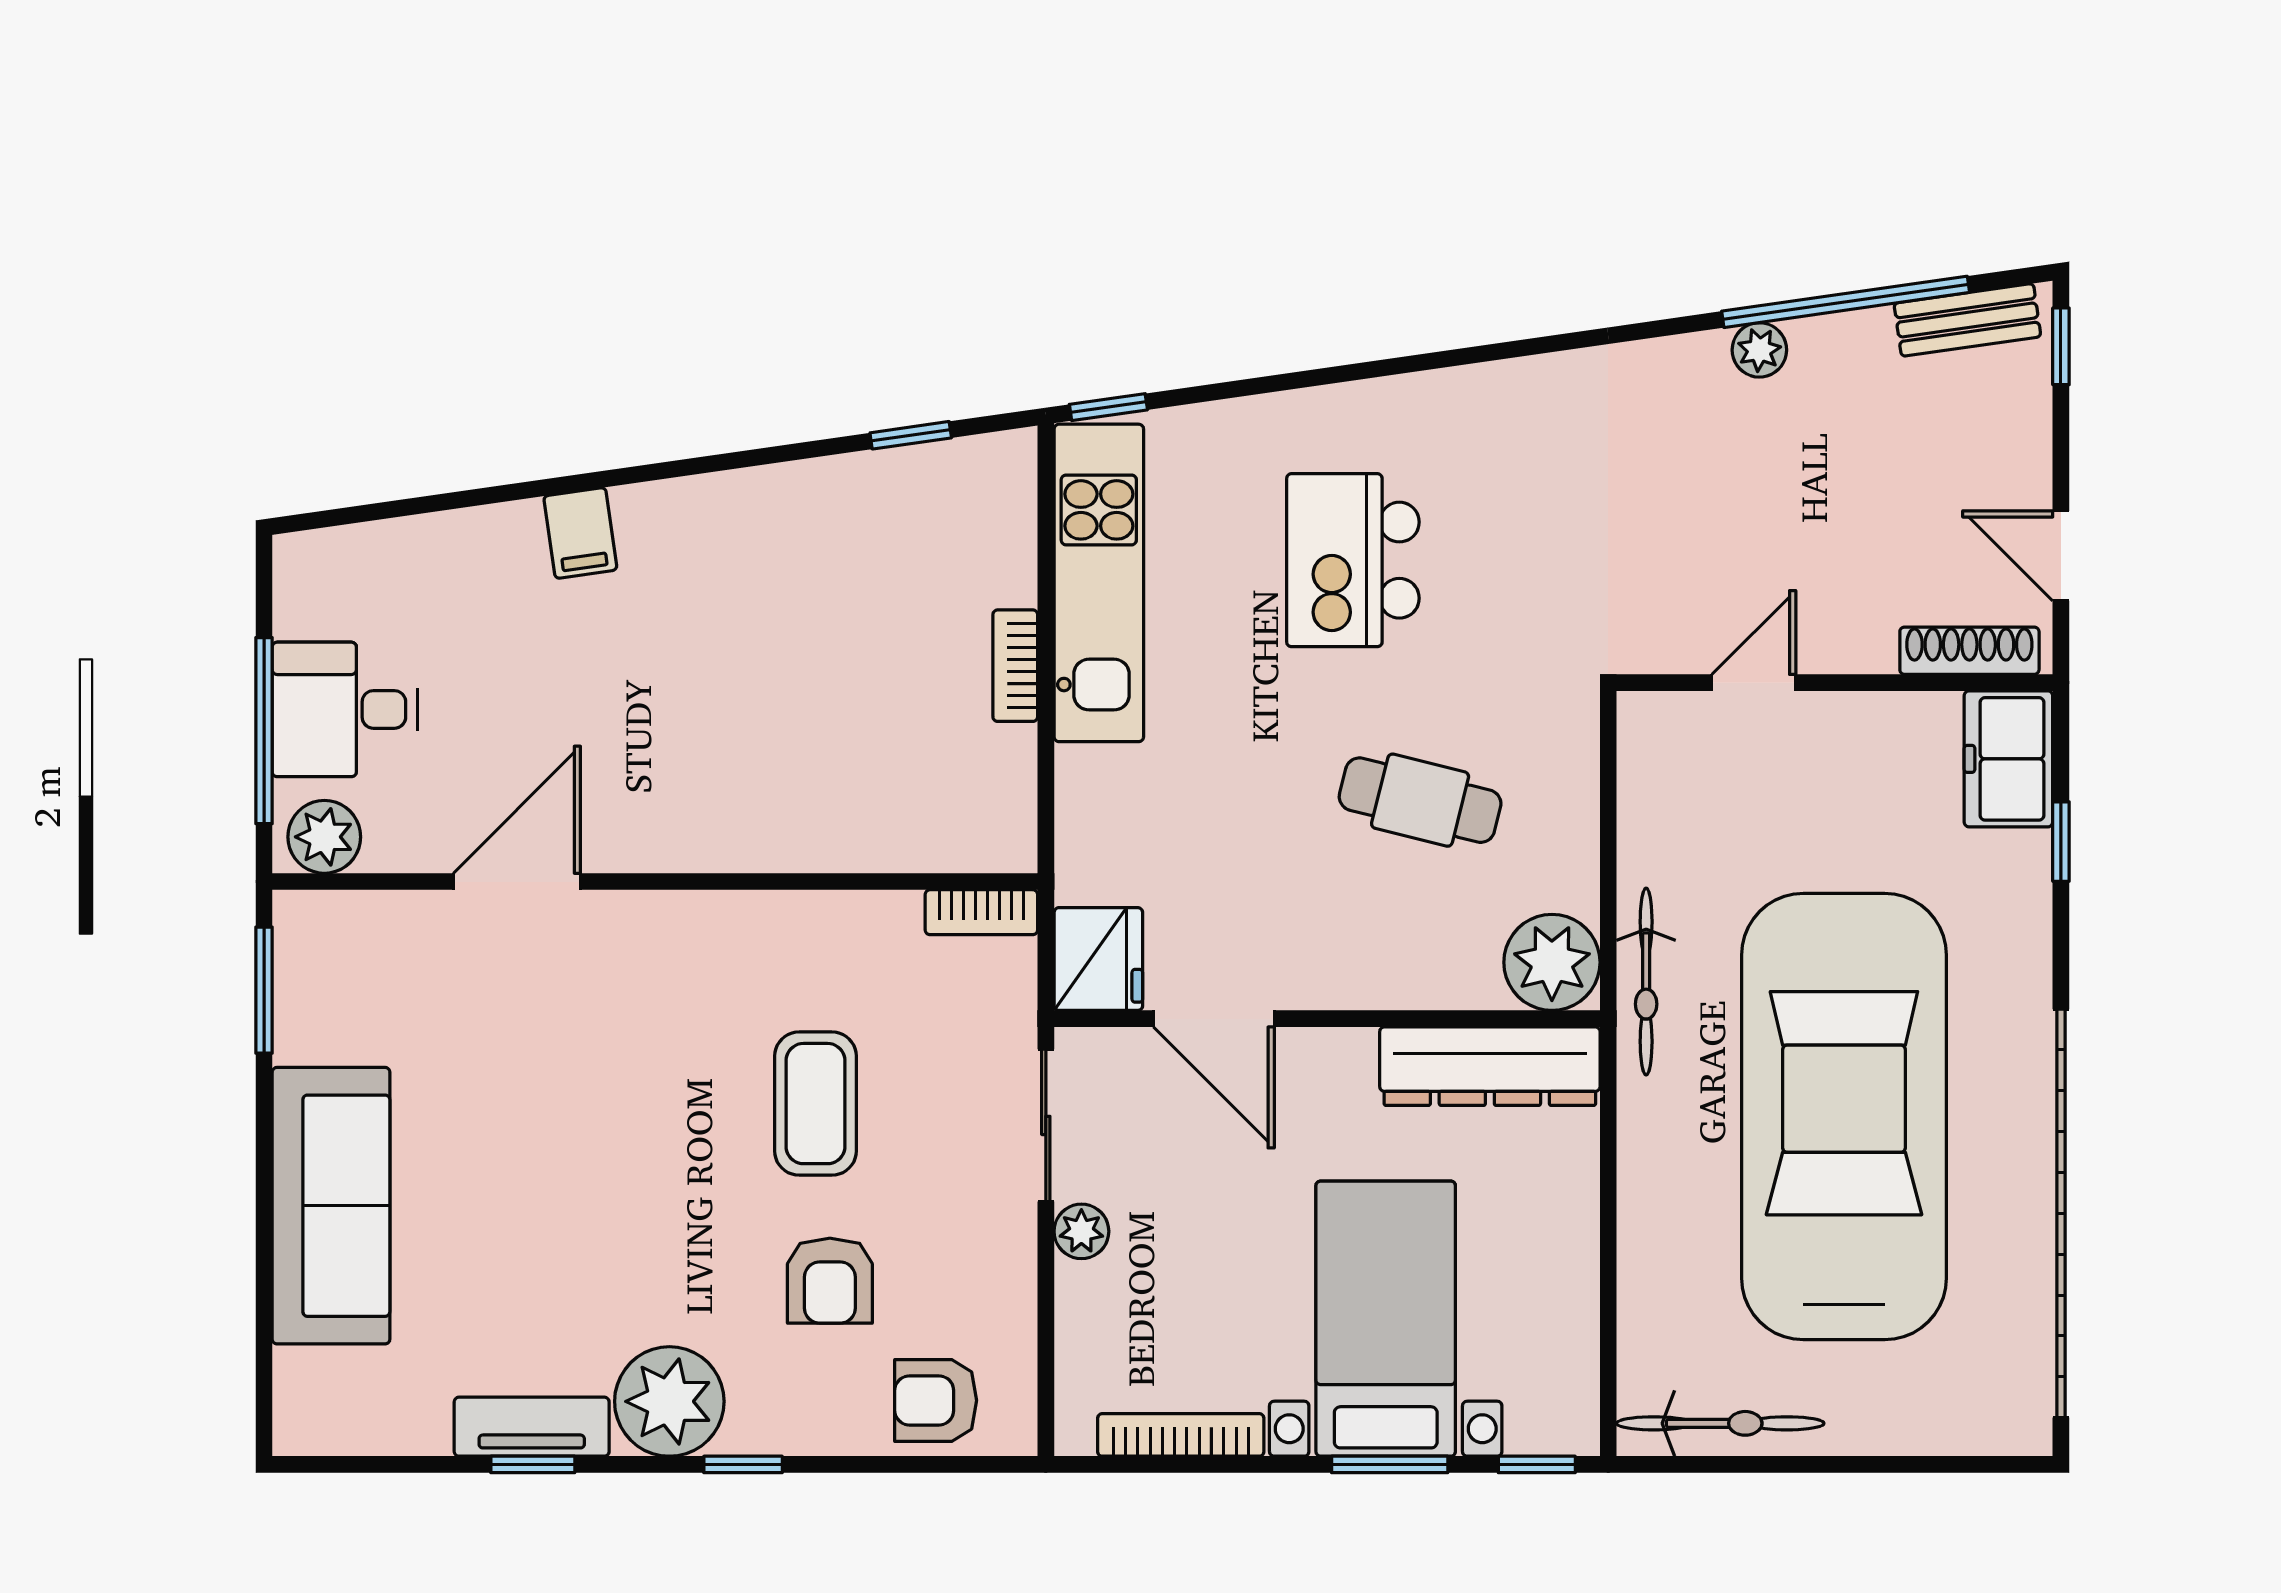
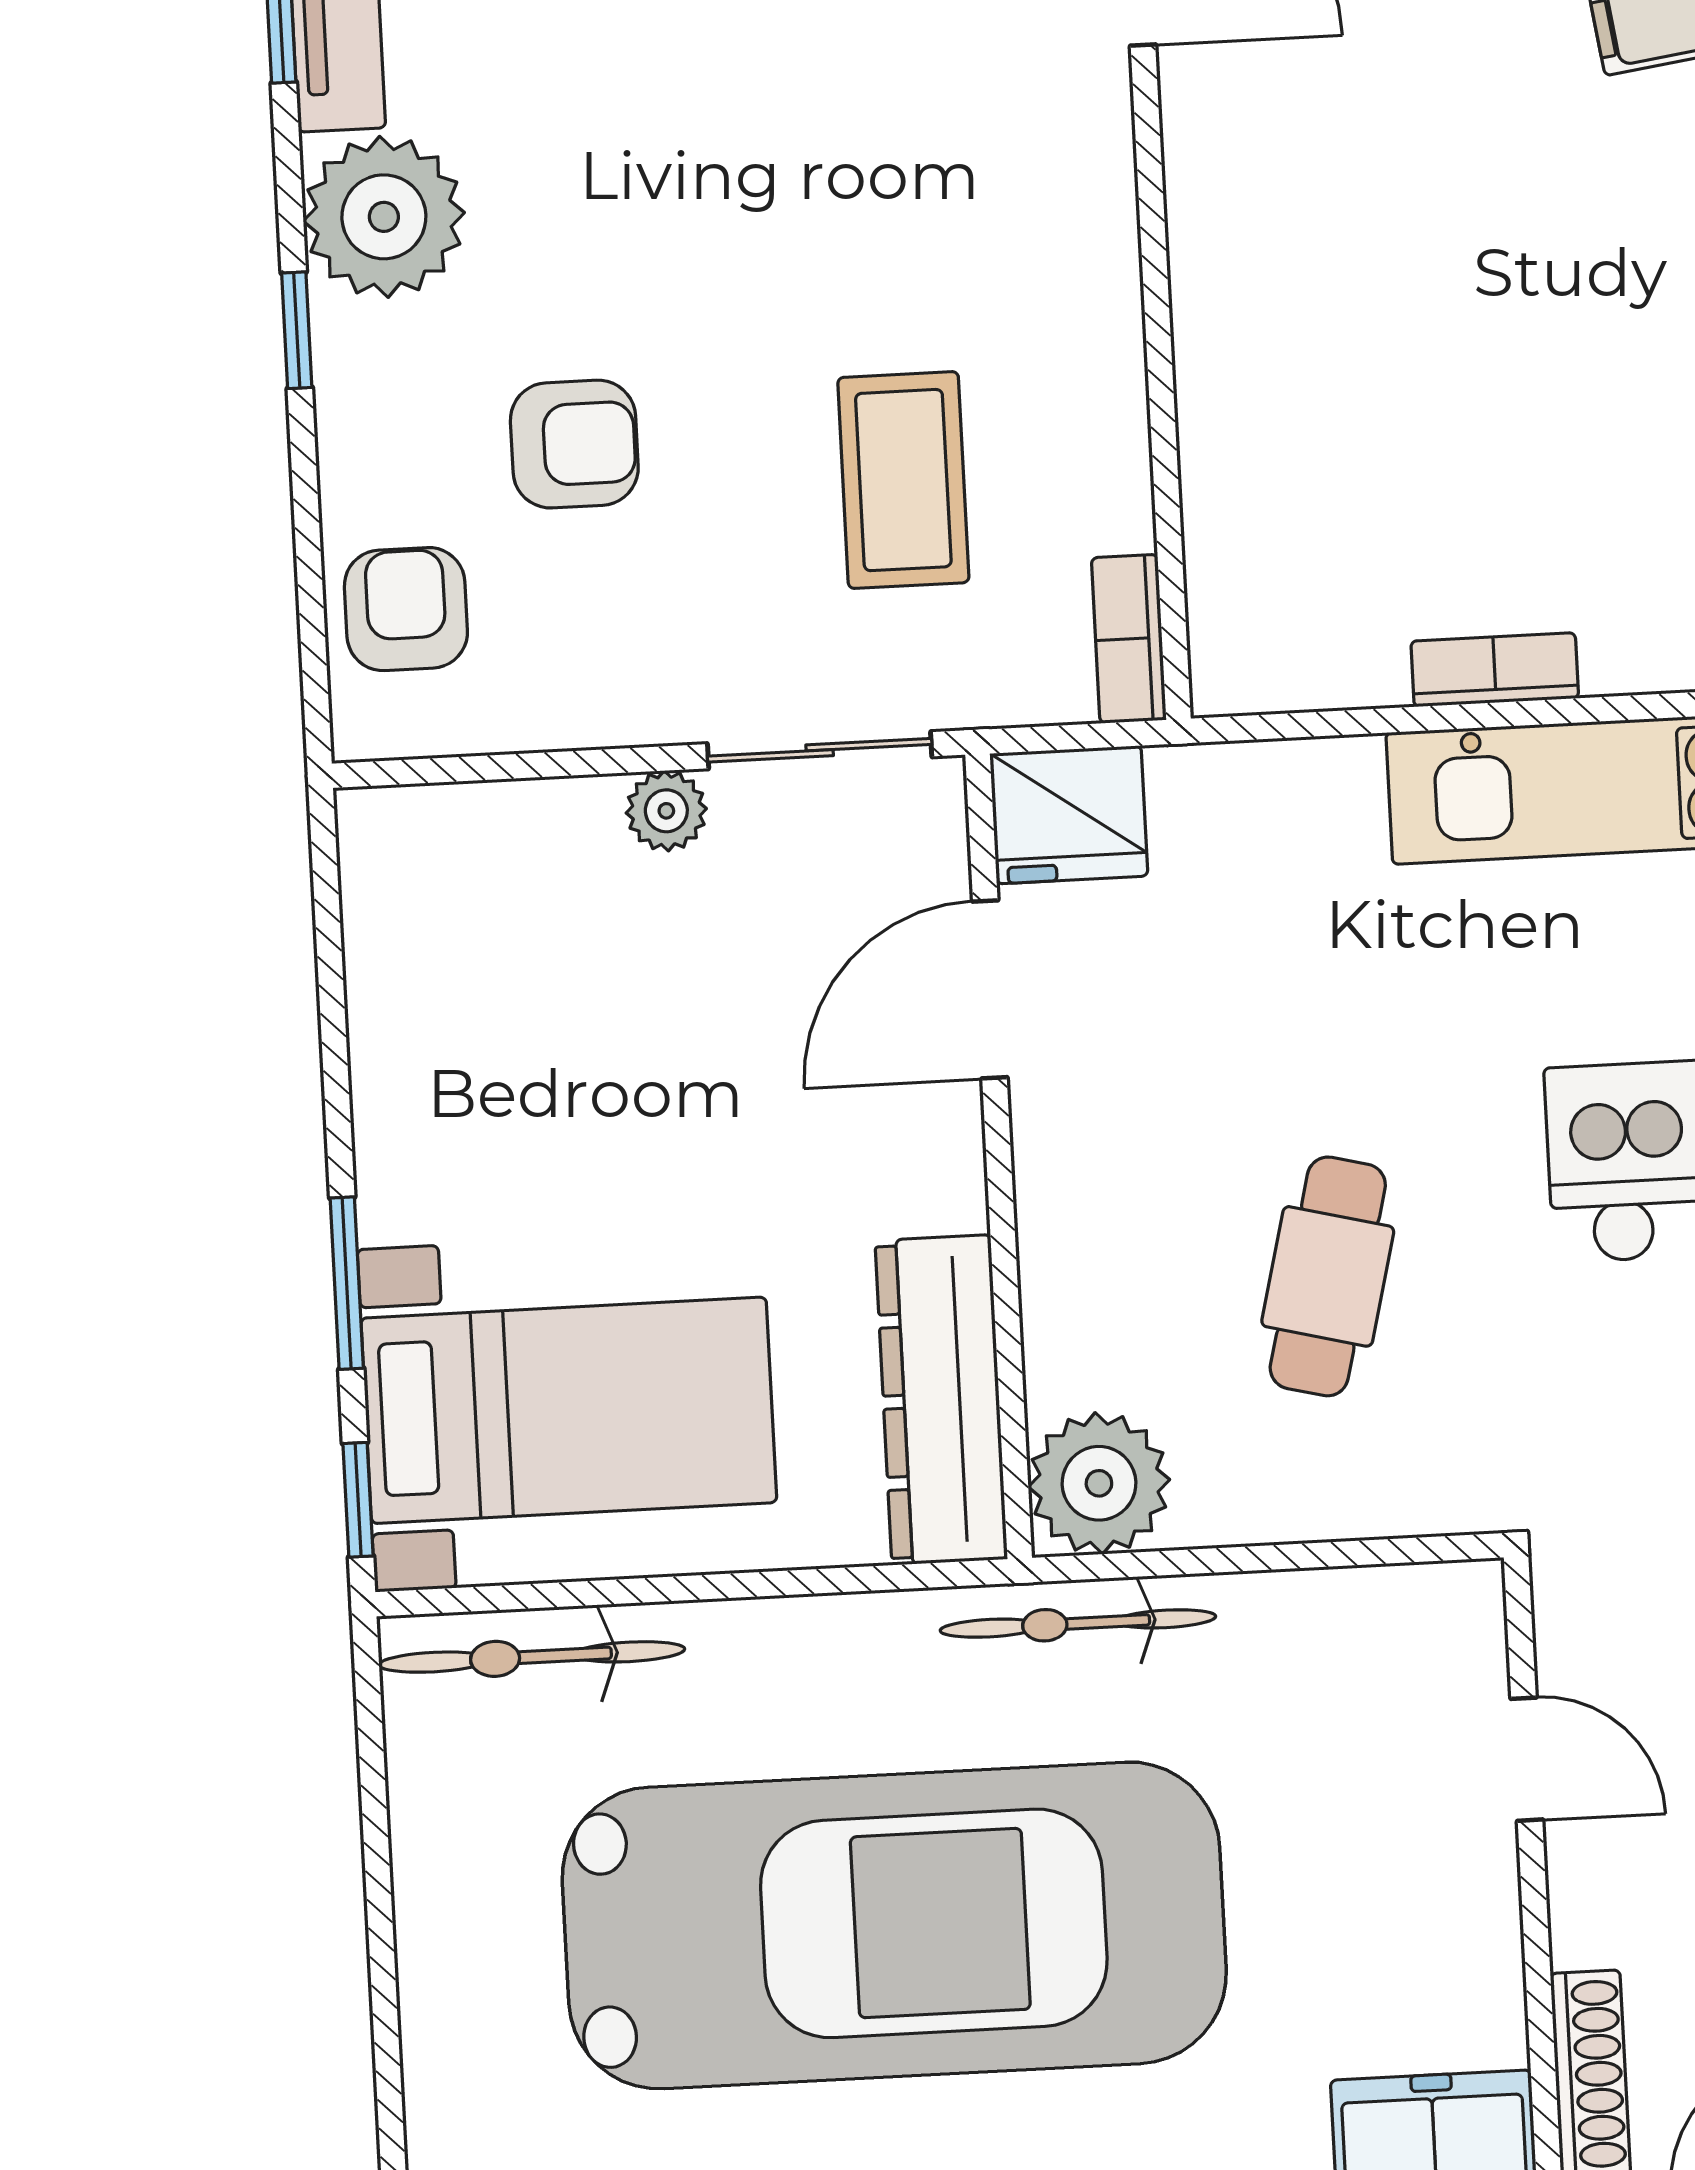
coffee table: (816, 1104) -> (903, 480), moved, turned 90
armchair: (830, 1281) -> (574, 444), turned 180
bed with nightstands: (1386, 1319) -> (569, 1410), moved
bicycle: (1720, 1423) -> (532, 1657), moved, turned 90
bookcase: (1181, 1435) -> (374, 973), removed

